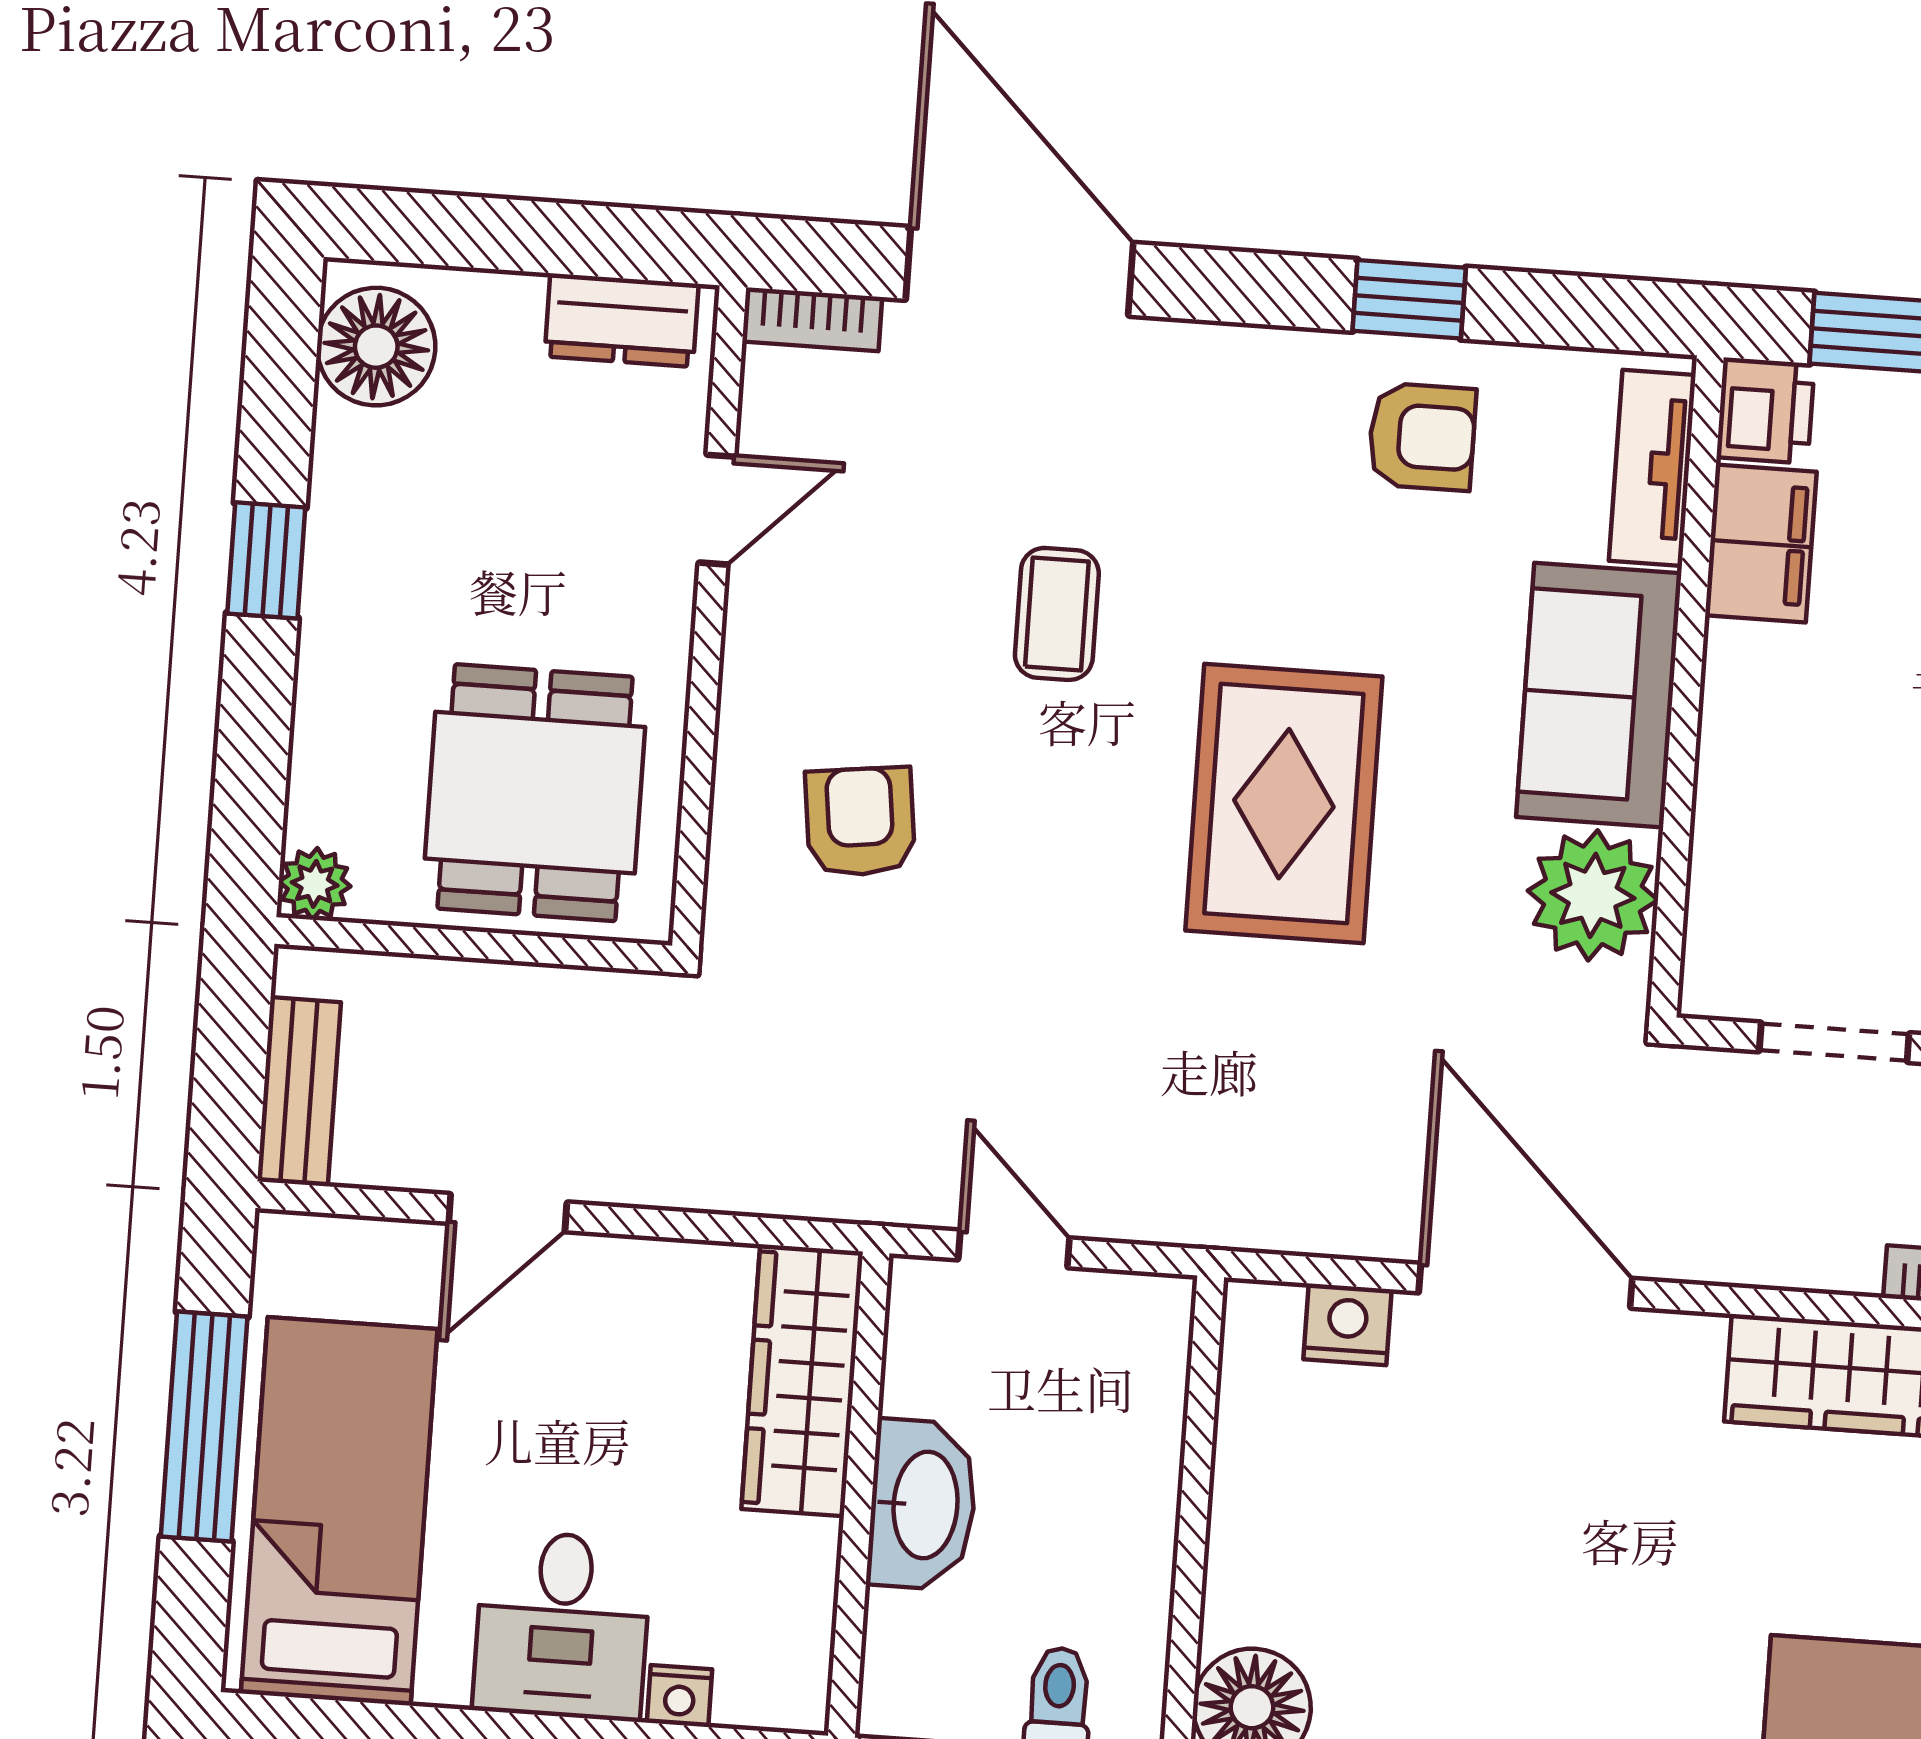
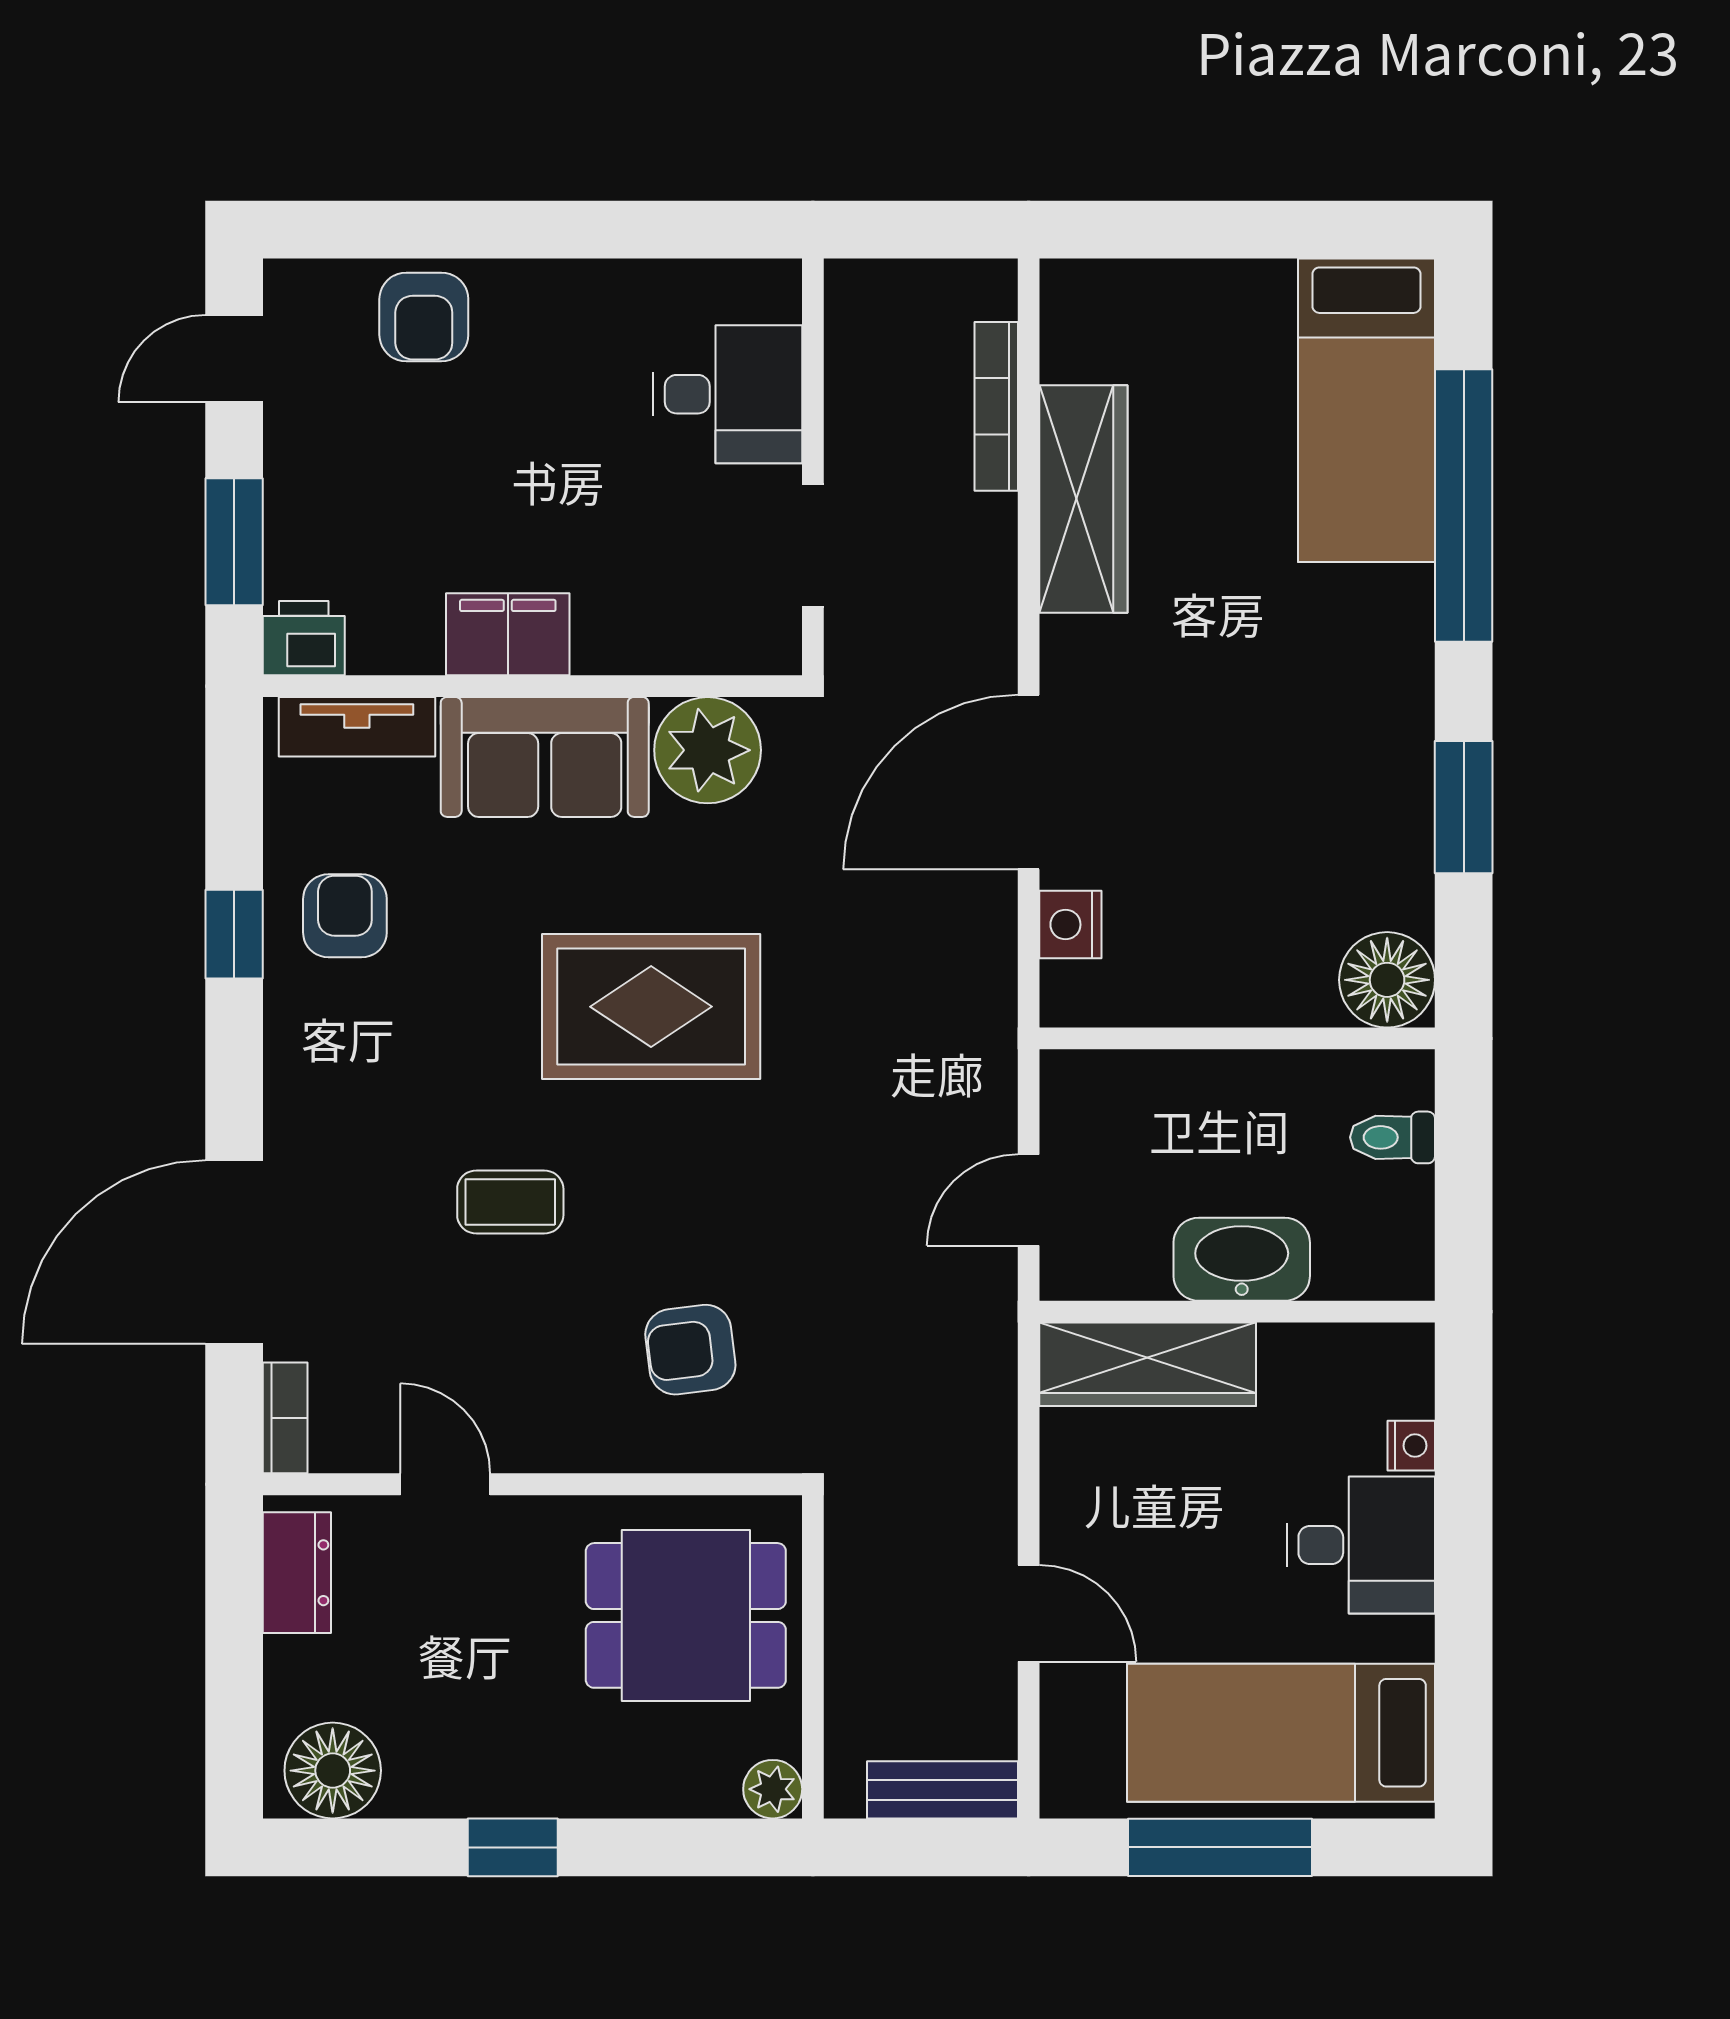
filing cabinet: (1761, 544) -> (508, 634), moved

